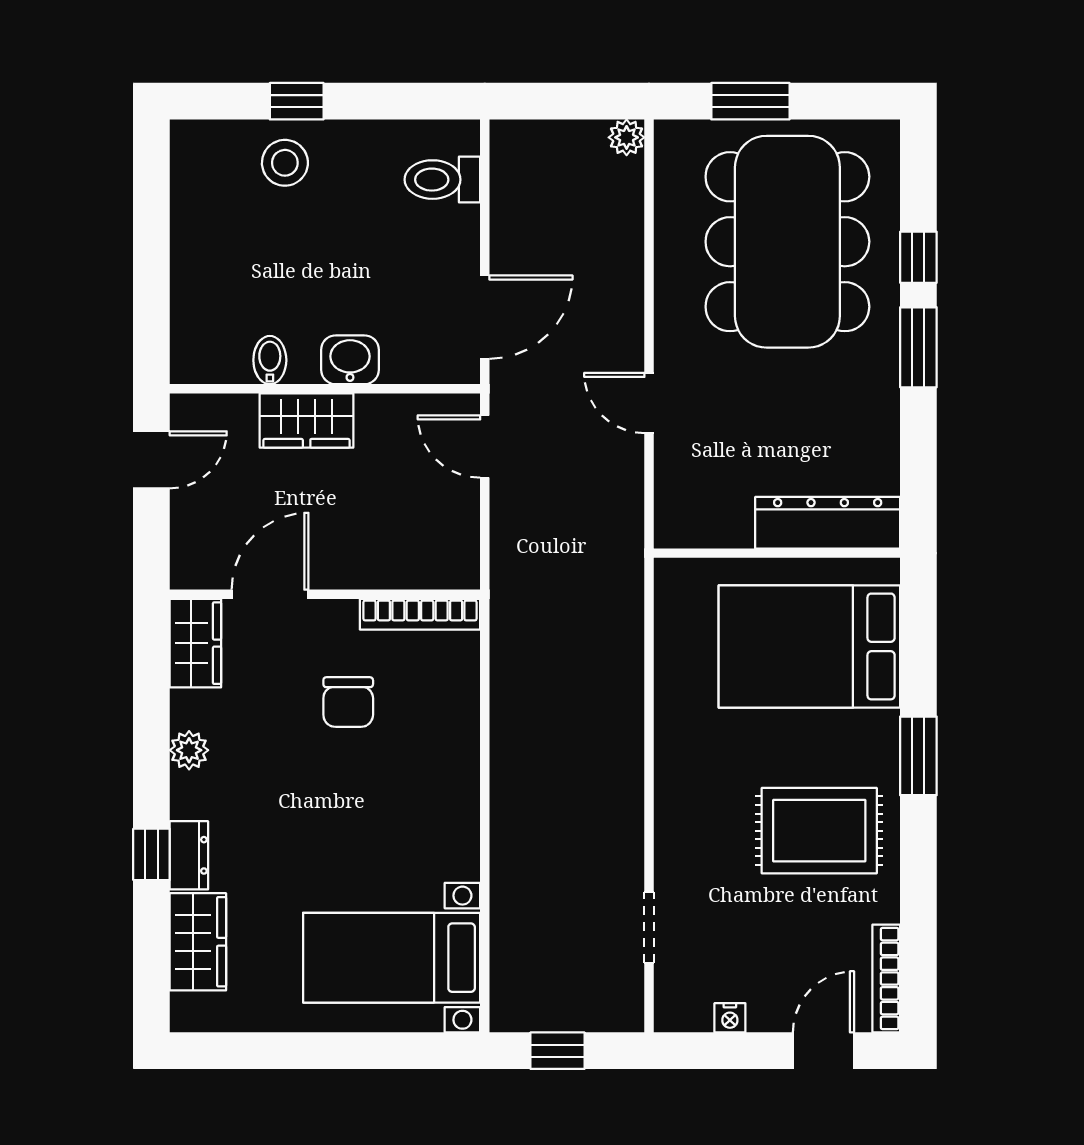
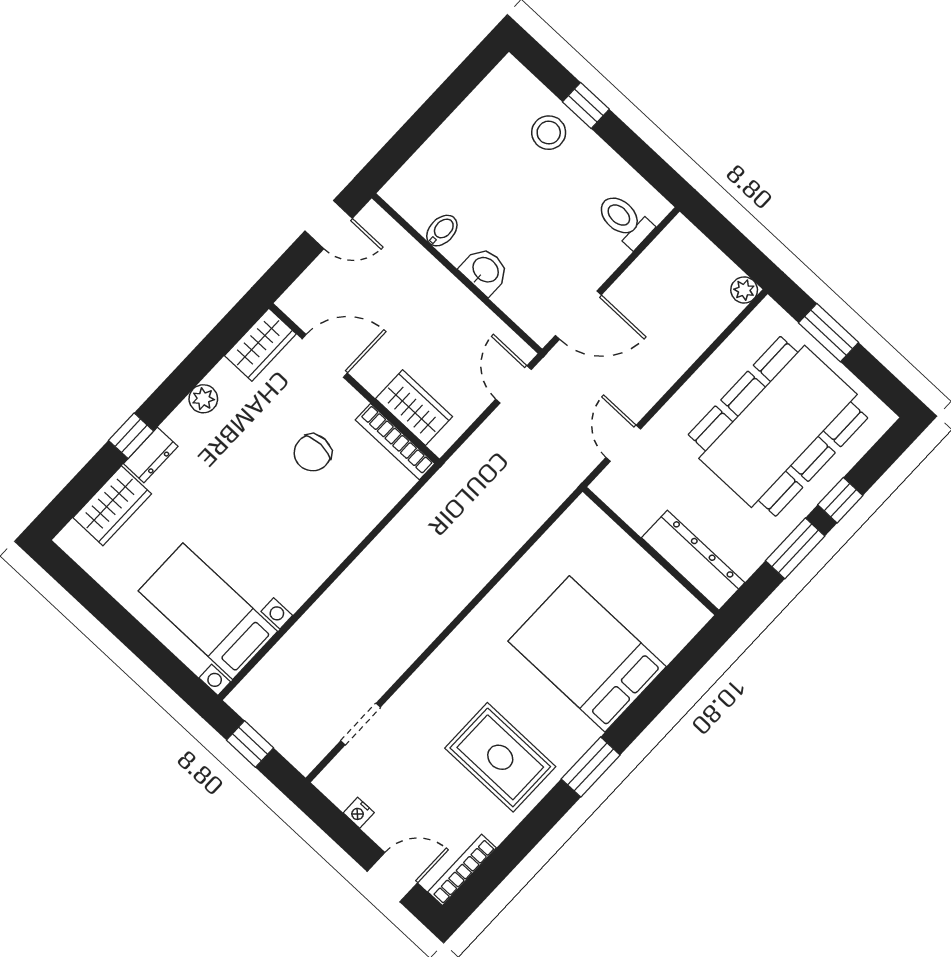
wardrobe: (307, 420) -> (414, 408), moved, turned 180
dresser: (828, 523) -> (693, 560), moved
wall: (777, 553) -> (651, 551), moved

